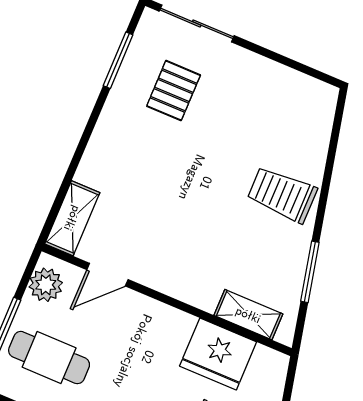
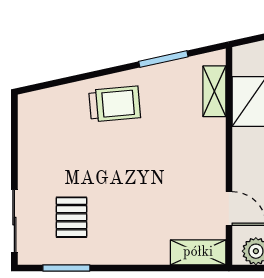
pallet: (174, 91) -> (71, 217), turned 90
trolley: (282, 195) -> (115, 104), turned -95

